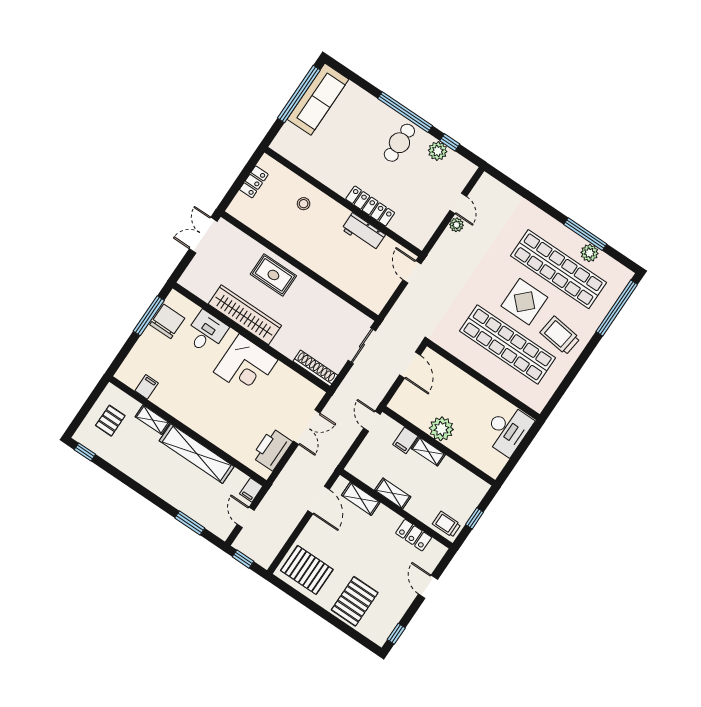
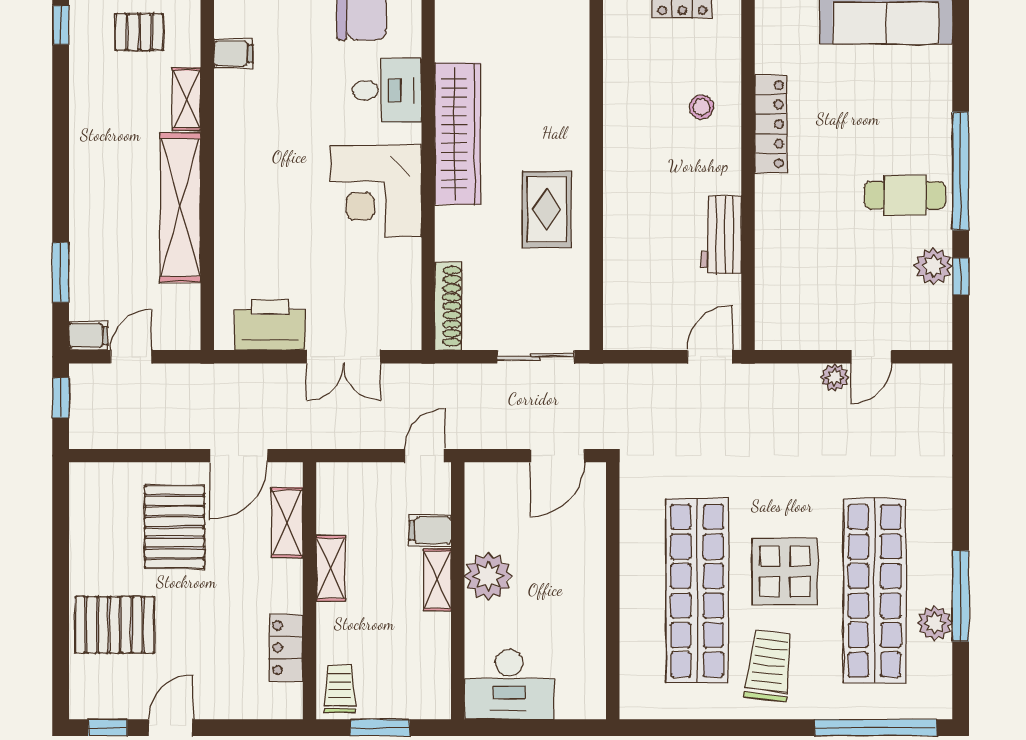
locker: (370, 206) -> (771, 124), moved
rug: (273, 275) -> (547, 209), moved
desk: (508, 430) -> (509, 684), moved
filing cabinet: (251, 490) -> (88, 336), moved, turned 180
window: (474, 518) -> (380, 728), width x1.50
pallet: (307, 570) -> (174, 527), moved
door: (428, 587) -> (170, 728), moved

